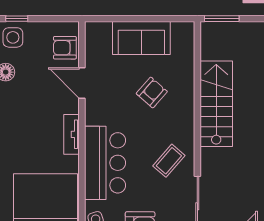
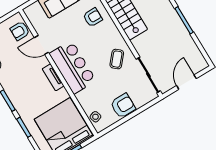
armchair: (152, 92) -> (93, 17), moved, turned 49
bar counter: (105, 163) -> (73, 67), moved

